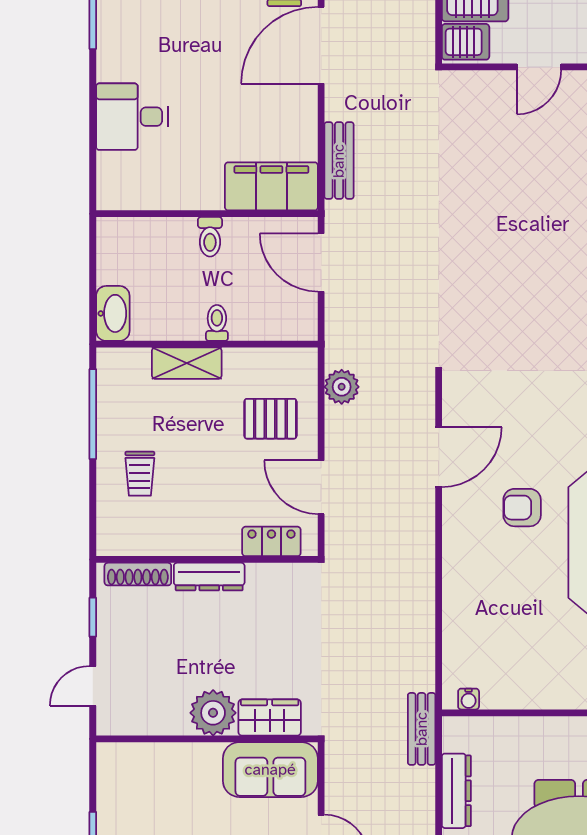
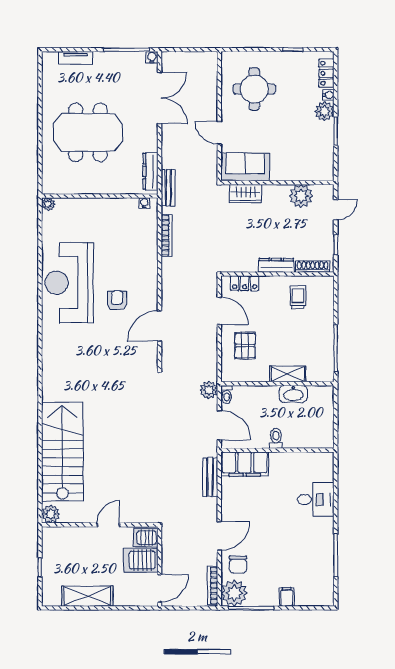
door: (321, 45) -> (219, 536), width x0.73
washbasin: (113, 313) -> (293, 394), moved, turned -90
toilet: (217, 323) -> (227, 394), moved
plant: (342, 387) -> (209, 390), moved
pallet: (270, 419) -> (245, 346), turned 90
trolley: (140, 474) -> (298, 297), moved
armchair: (522, 508) -> (117, 300), turned -90
bookcase: (425, 636) -> (167, 235), added
plant: (213, 713) -> (301, 196), moved
dresser: (456, 791) -> (150, 171), moved

